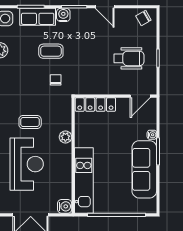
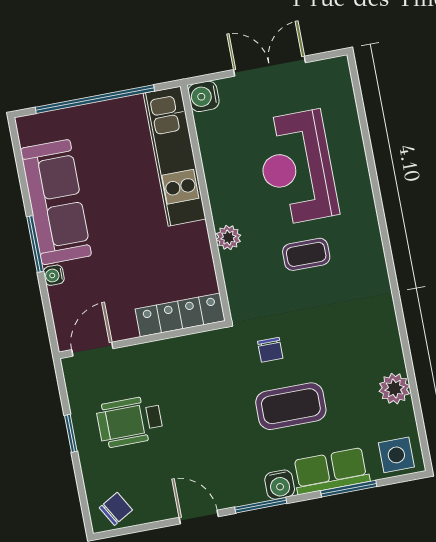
coffee table: (51, 51) -> (291, 406), width x1.36, depth x1.30

